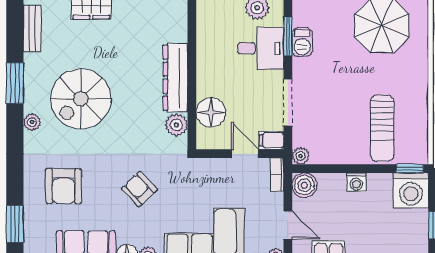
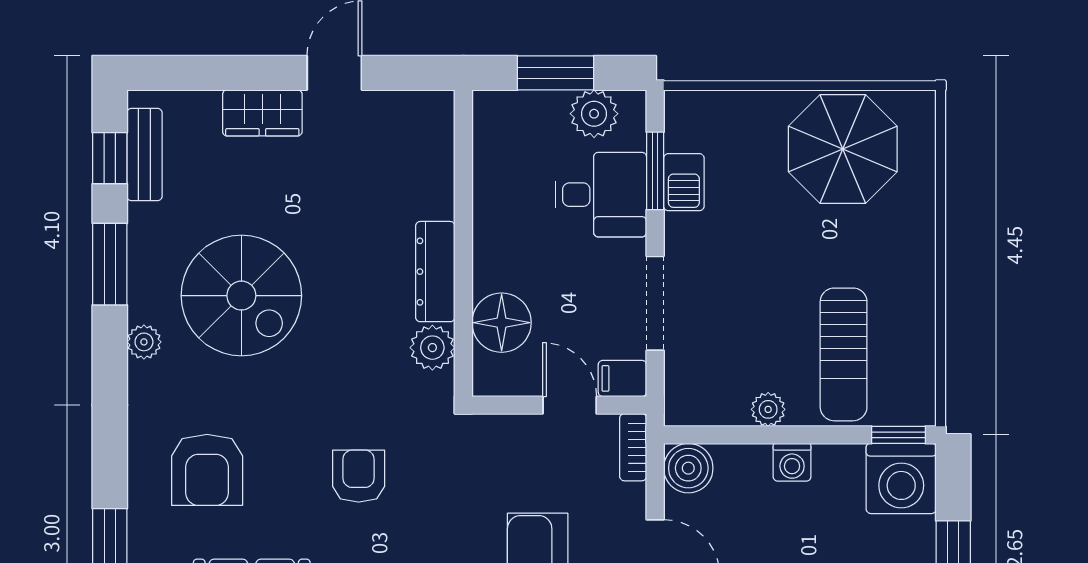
window: (15, 30) -> (110, 158), added
dresser: (175, 78) -> (435, 272), width x0.73, depth x0.80
spiral stairs: (81, 99) -> (241, 296), turned -90
plant: (301, 156) -> (768, 409), moved
armchair: (139, 189) -> (359, 476), turned 43

